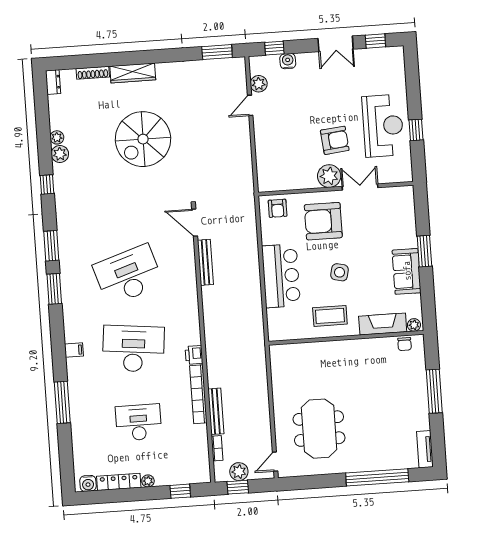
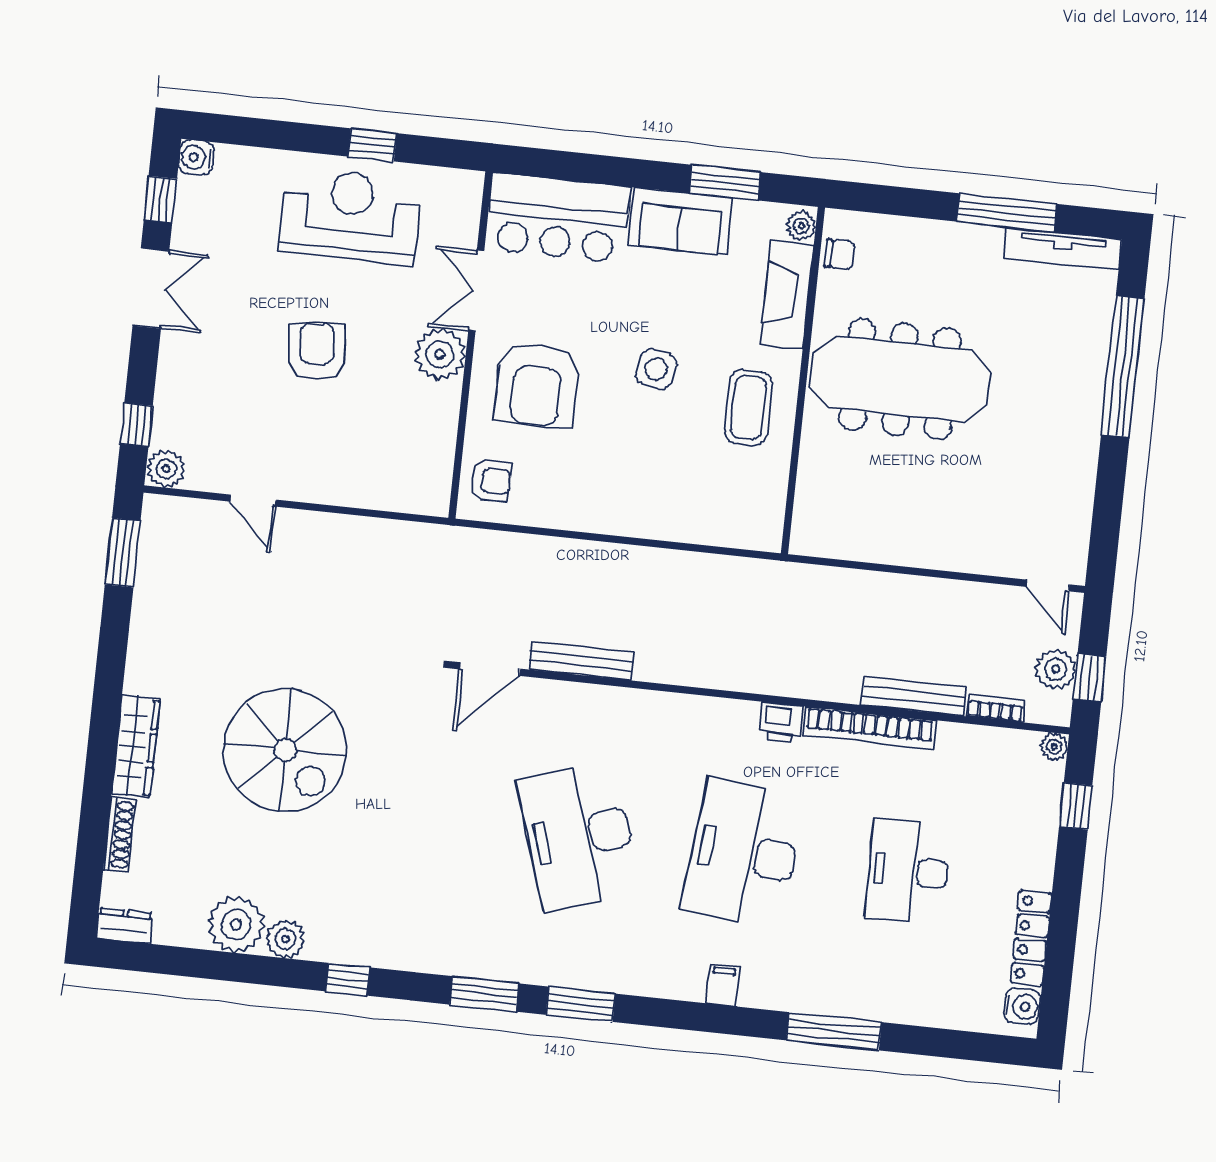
water cooler: (288, 61) -> (196, 157), moved
plant: (259, 84) -> (166, 469), moved
plant: (57, 137) -> (236, 924), width x1.87, depth x1.87
armchair: (335, 140) -> (317, 352), moved
window: (424, 251) -> (725, 183), moved
bar counter: (281, 276) -> (558, 218), moved, turned 180
window: (434, 391) -> (1007, 213), moved
meeting table: (319, 429) -> (900, 379), moved, width x1.36
tv unit: (425, 449) -> (1063, 249), width x1.41
plant: (148, 481) -> (1054, 747), moved

